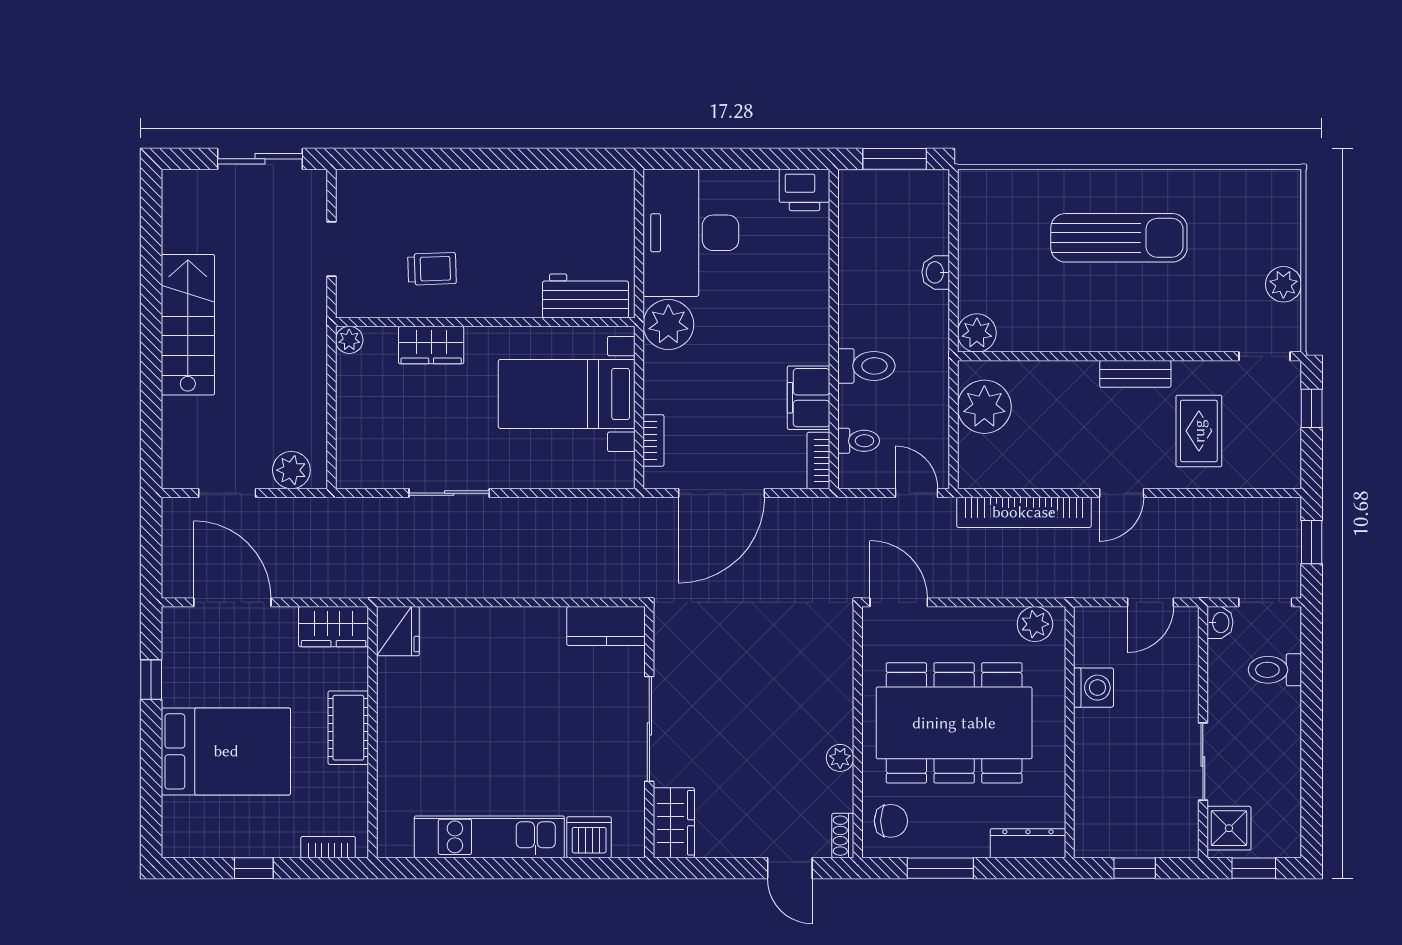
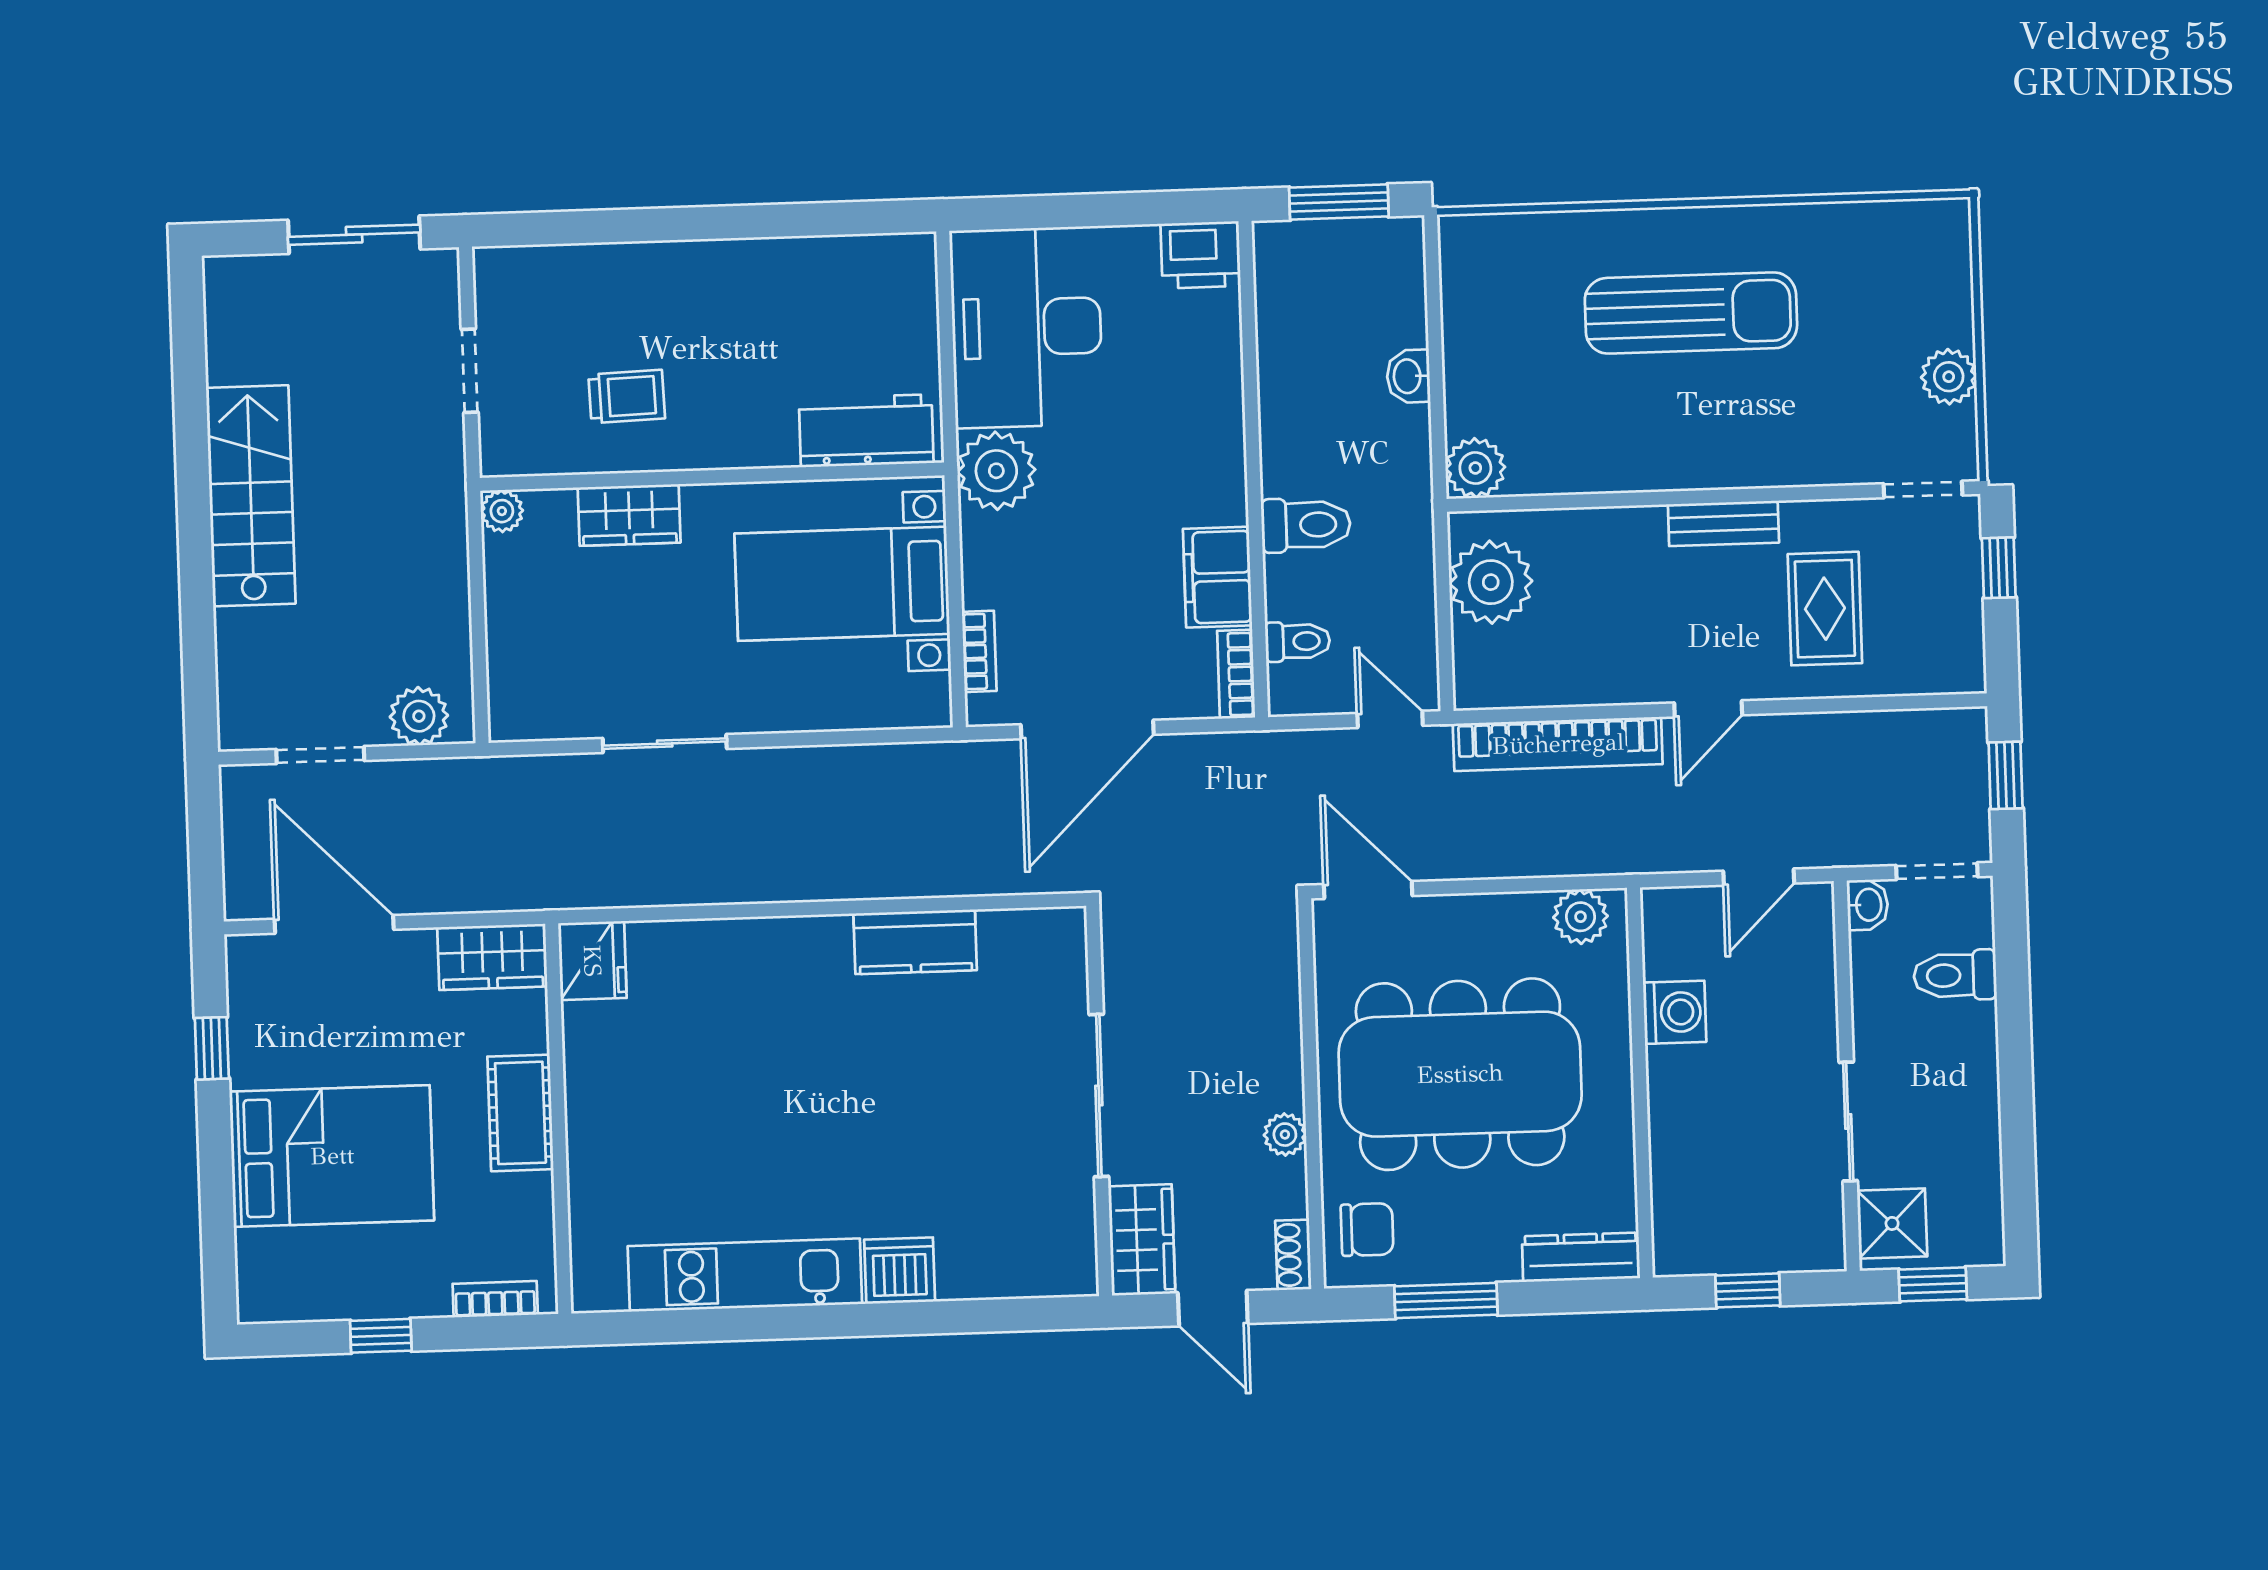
sliding door: (649, 729) -> (1099, 1095), moved
wall: (649, 732) -> (1099, 1101), moved
wardrobe: (674, 823) -> (1142, 1240), moved

